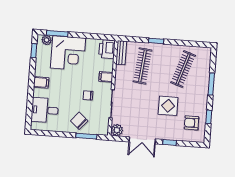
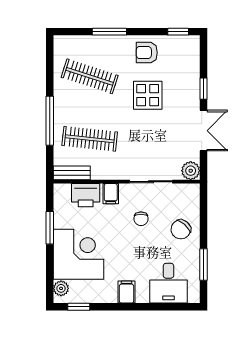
window: (57, 33) -> (50, 228), moved
window: (156, 41) -> (50, 121), width x2.17
printer: (107, 49) -> (86, 195), moved
window: (209, 117) -> (178, 32), moved
armchair: (192, 123) -> (147, 53), moved, turned 90
window: (86, 136) -> (203, 264), moved

